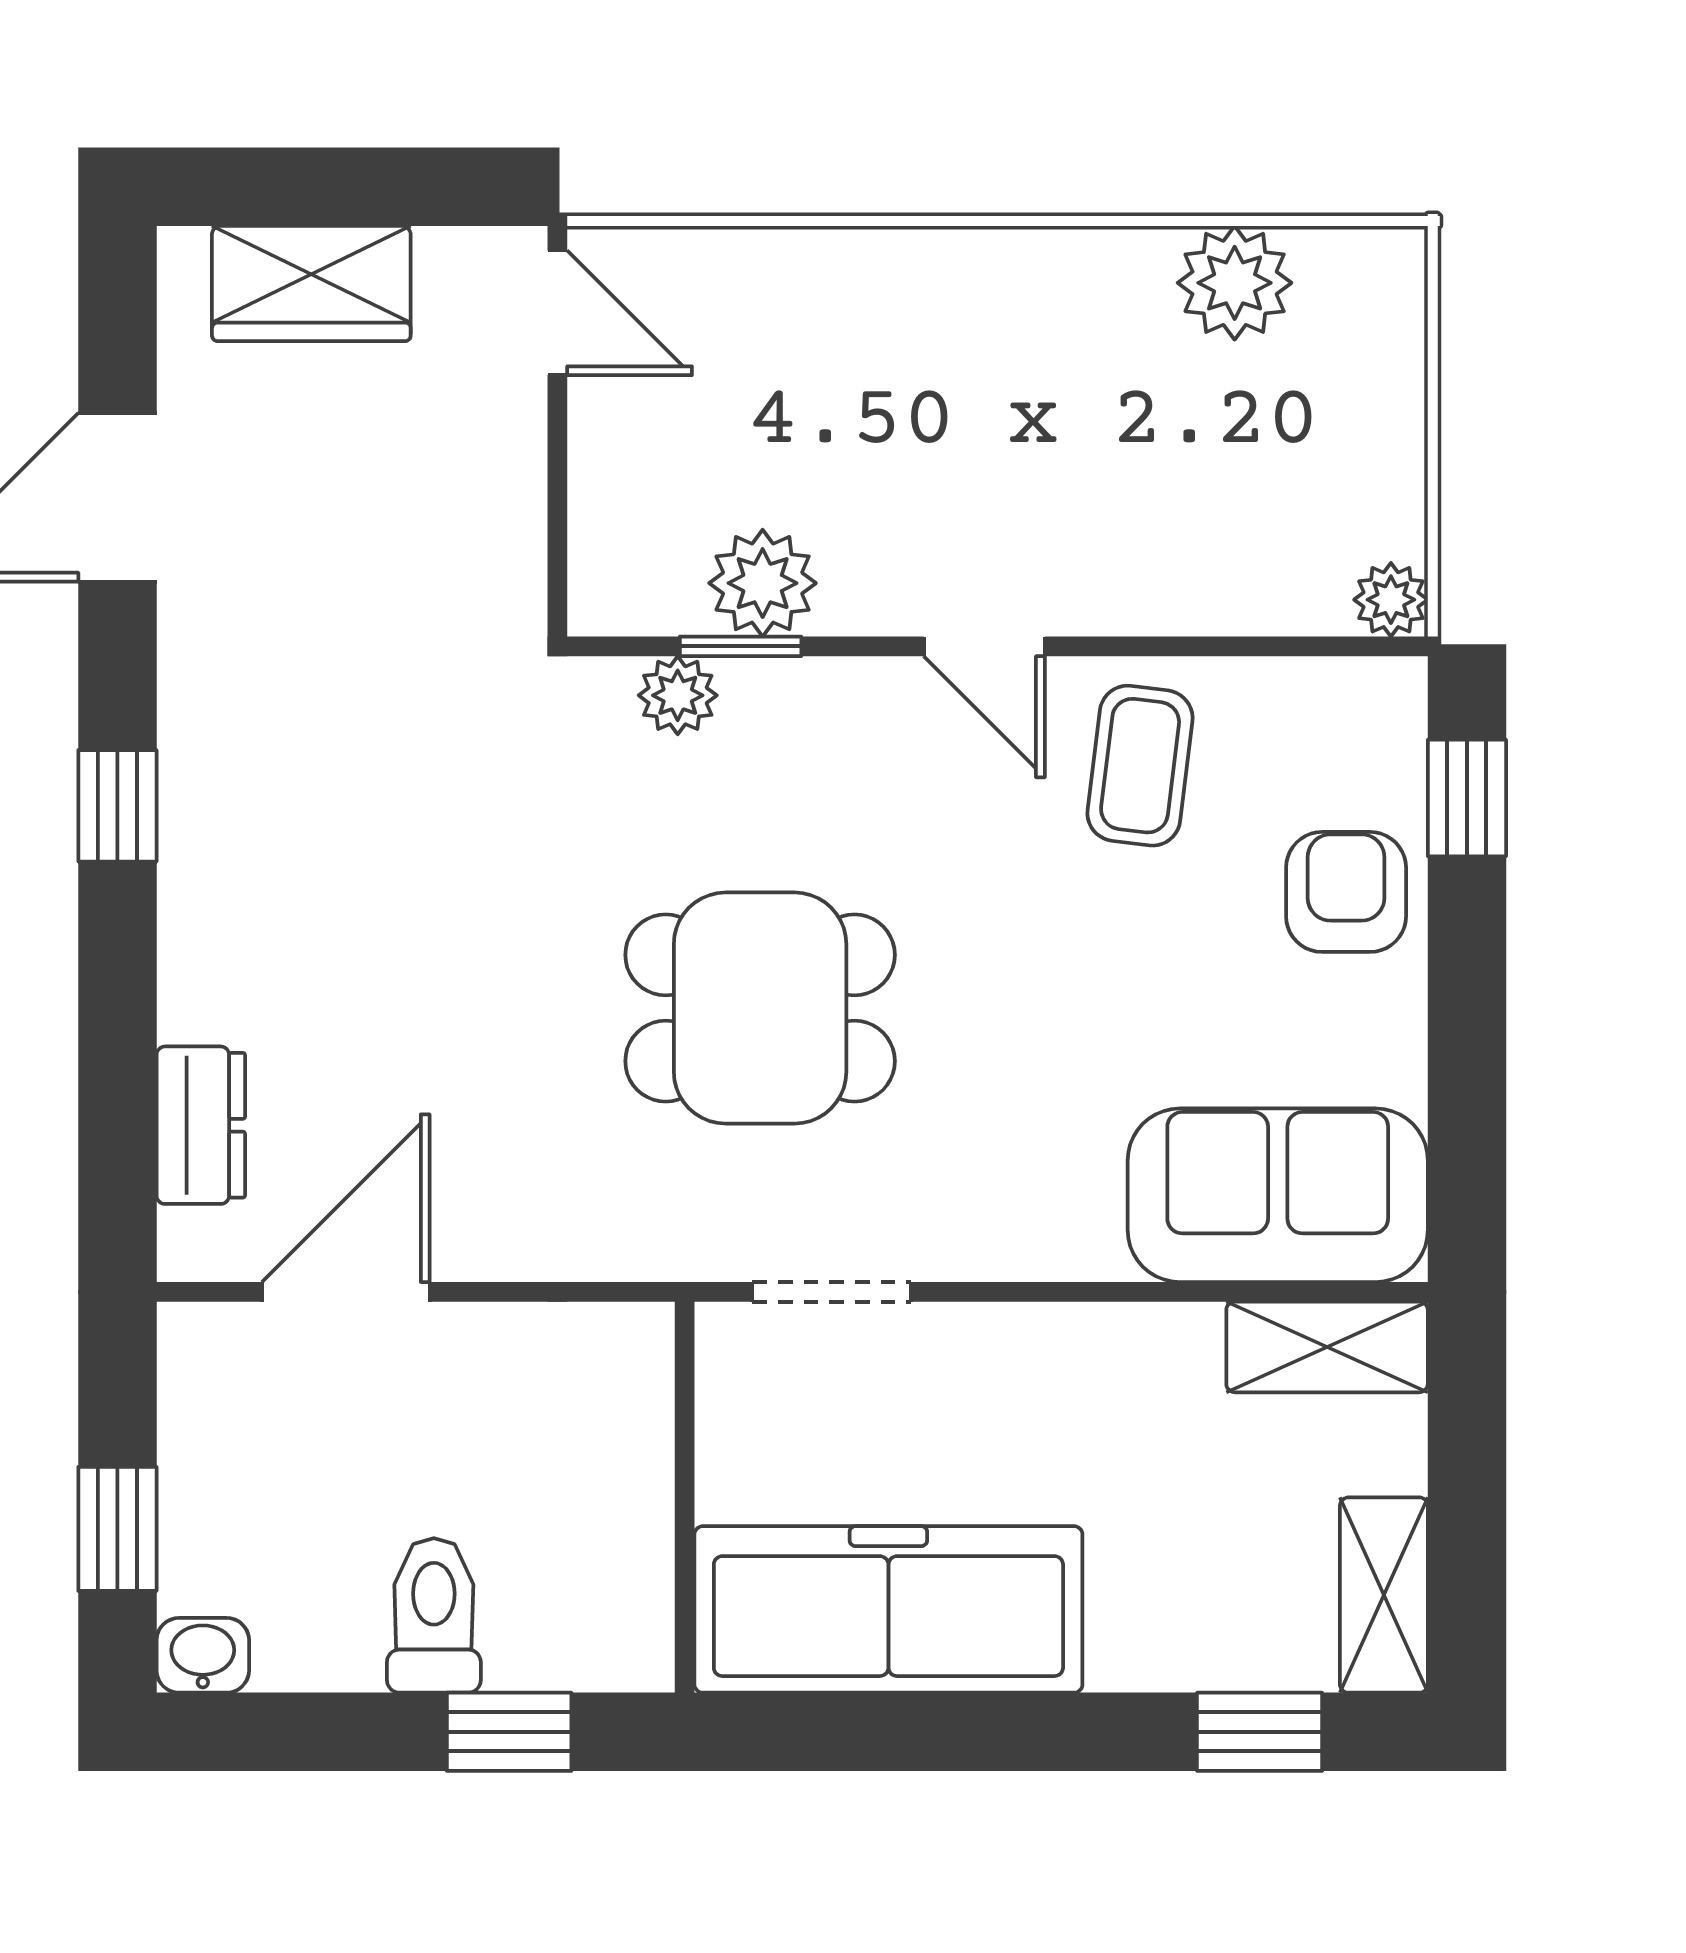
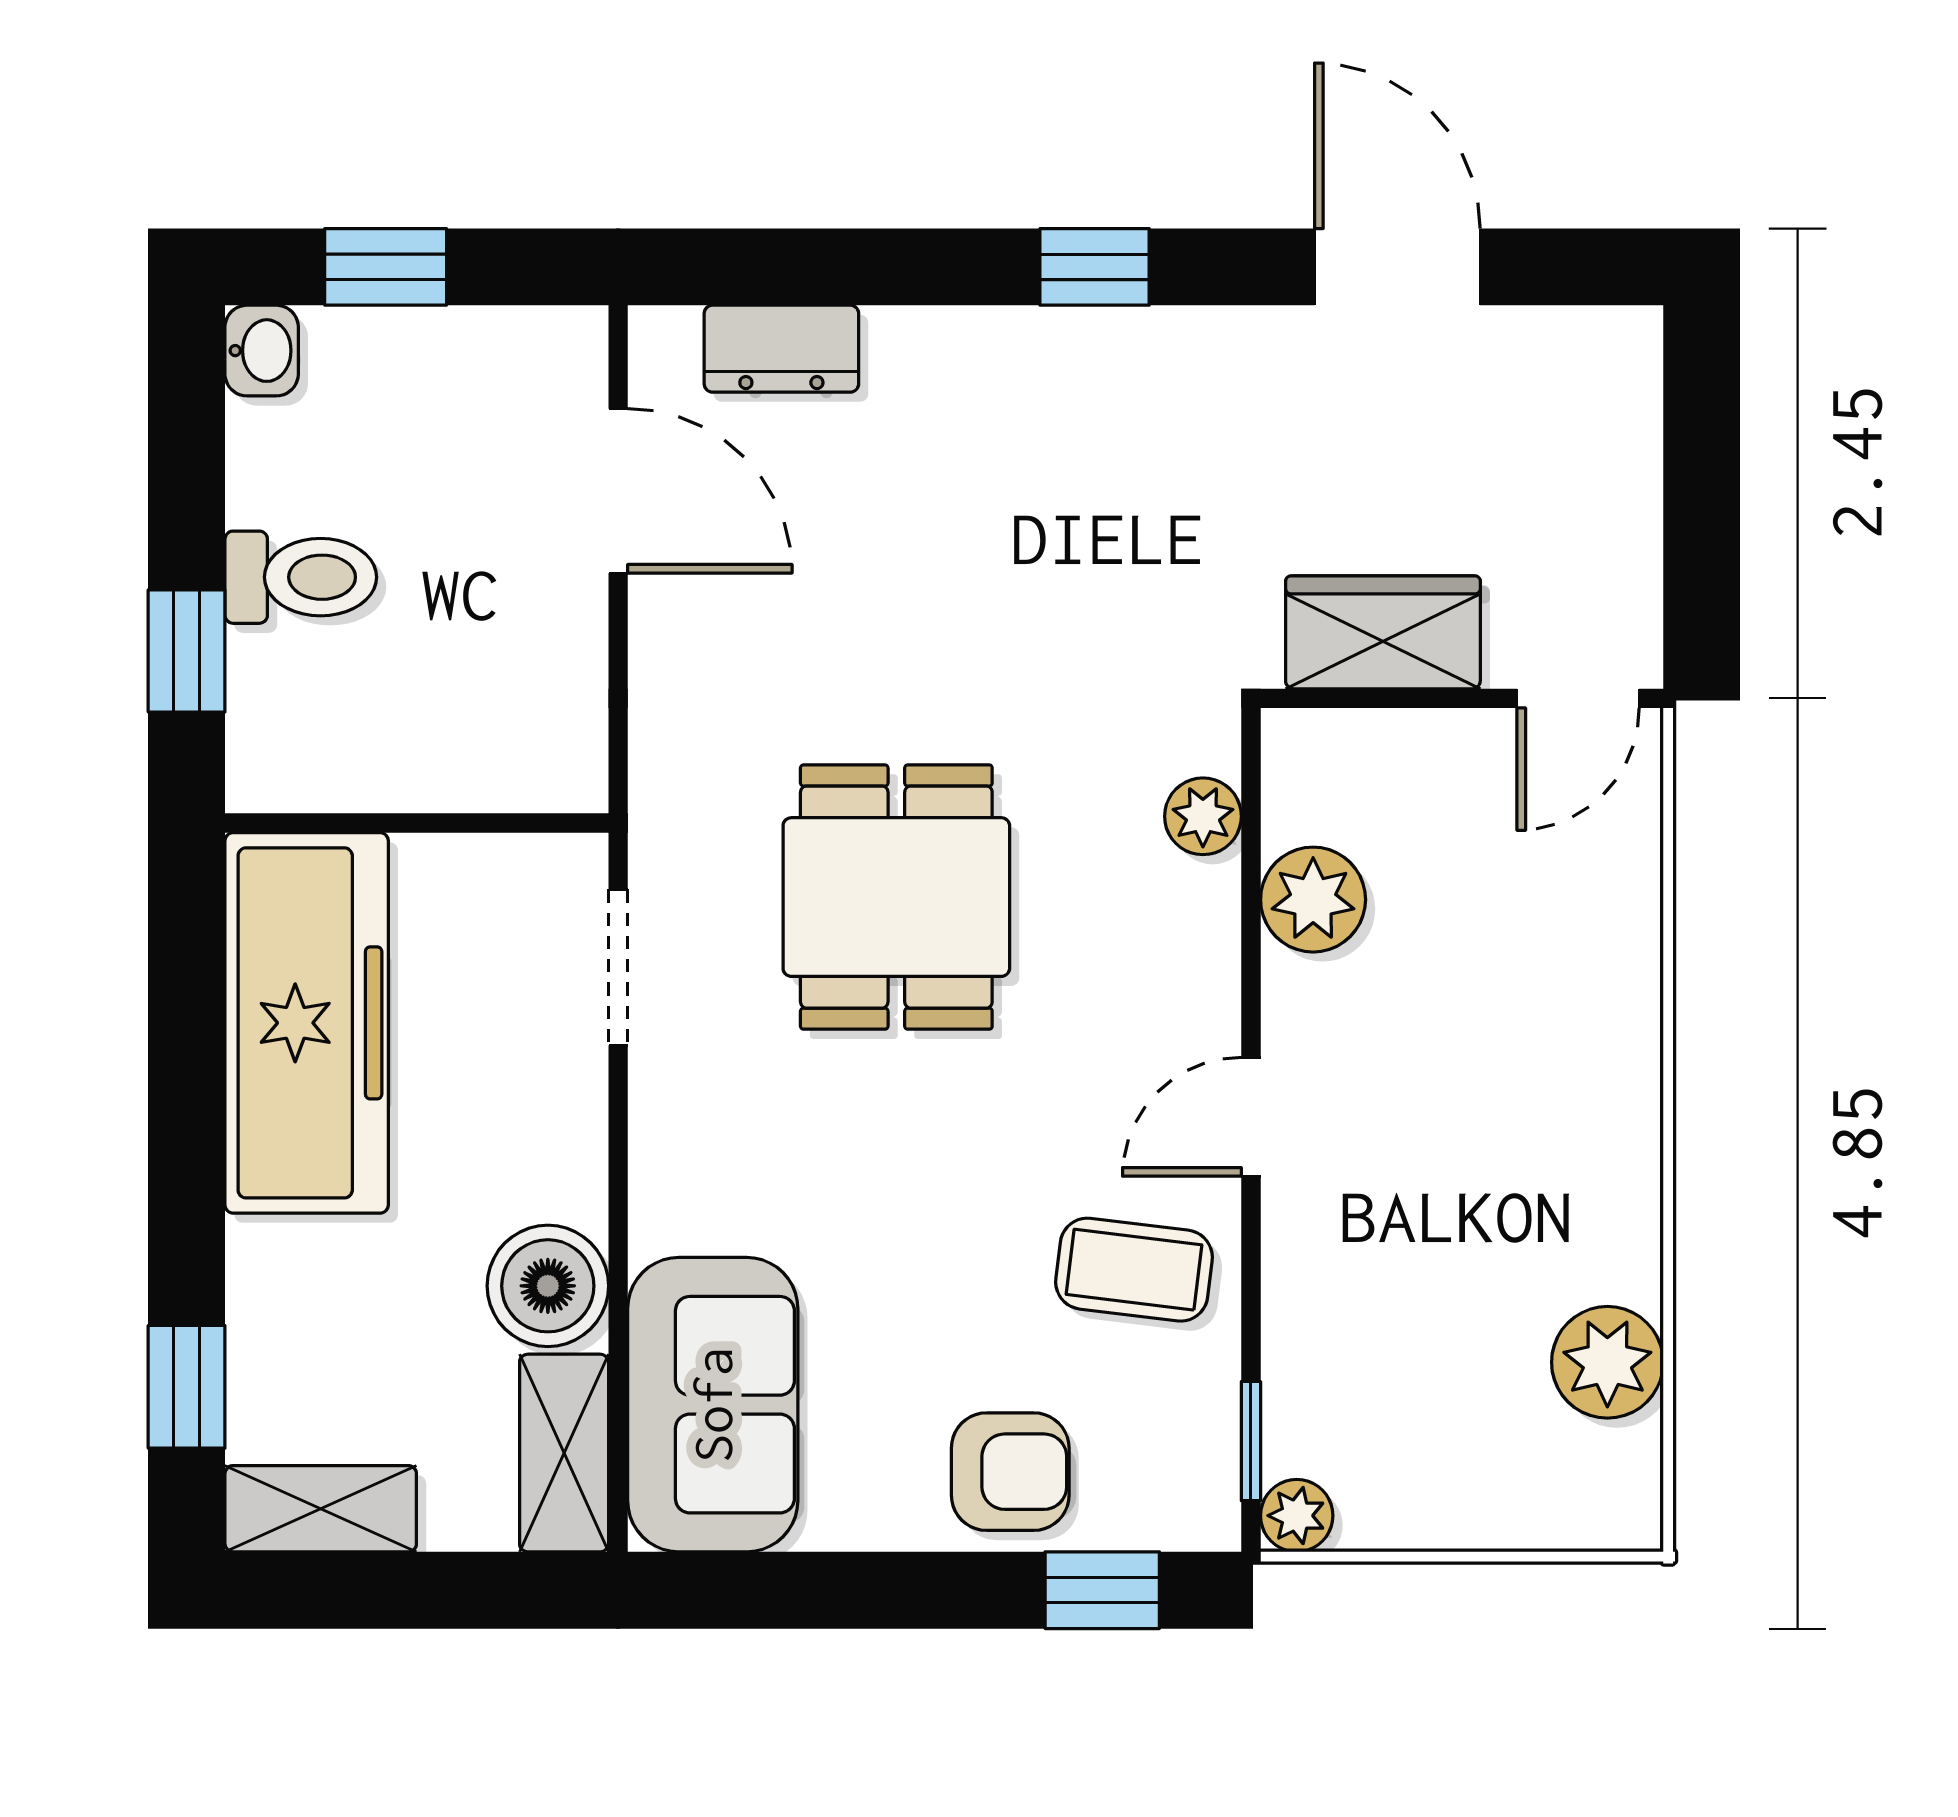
wardrobe: (311, 283) -> (1383, 632), moved, turned 90
window: (741, 646) -> (1251, 1441), moved
boiler: (1157, 1363) -> (548, 1286), added

